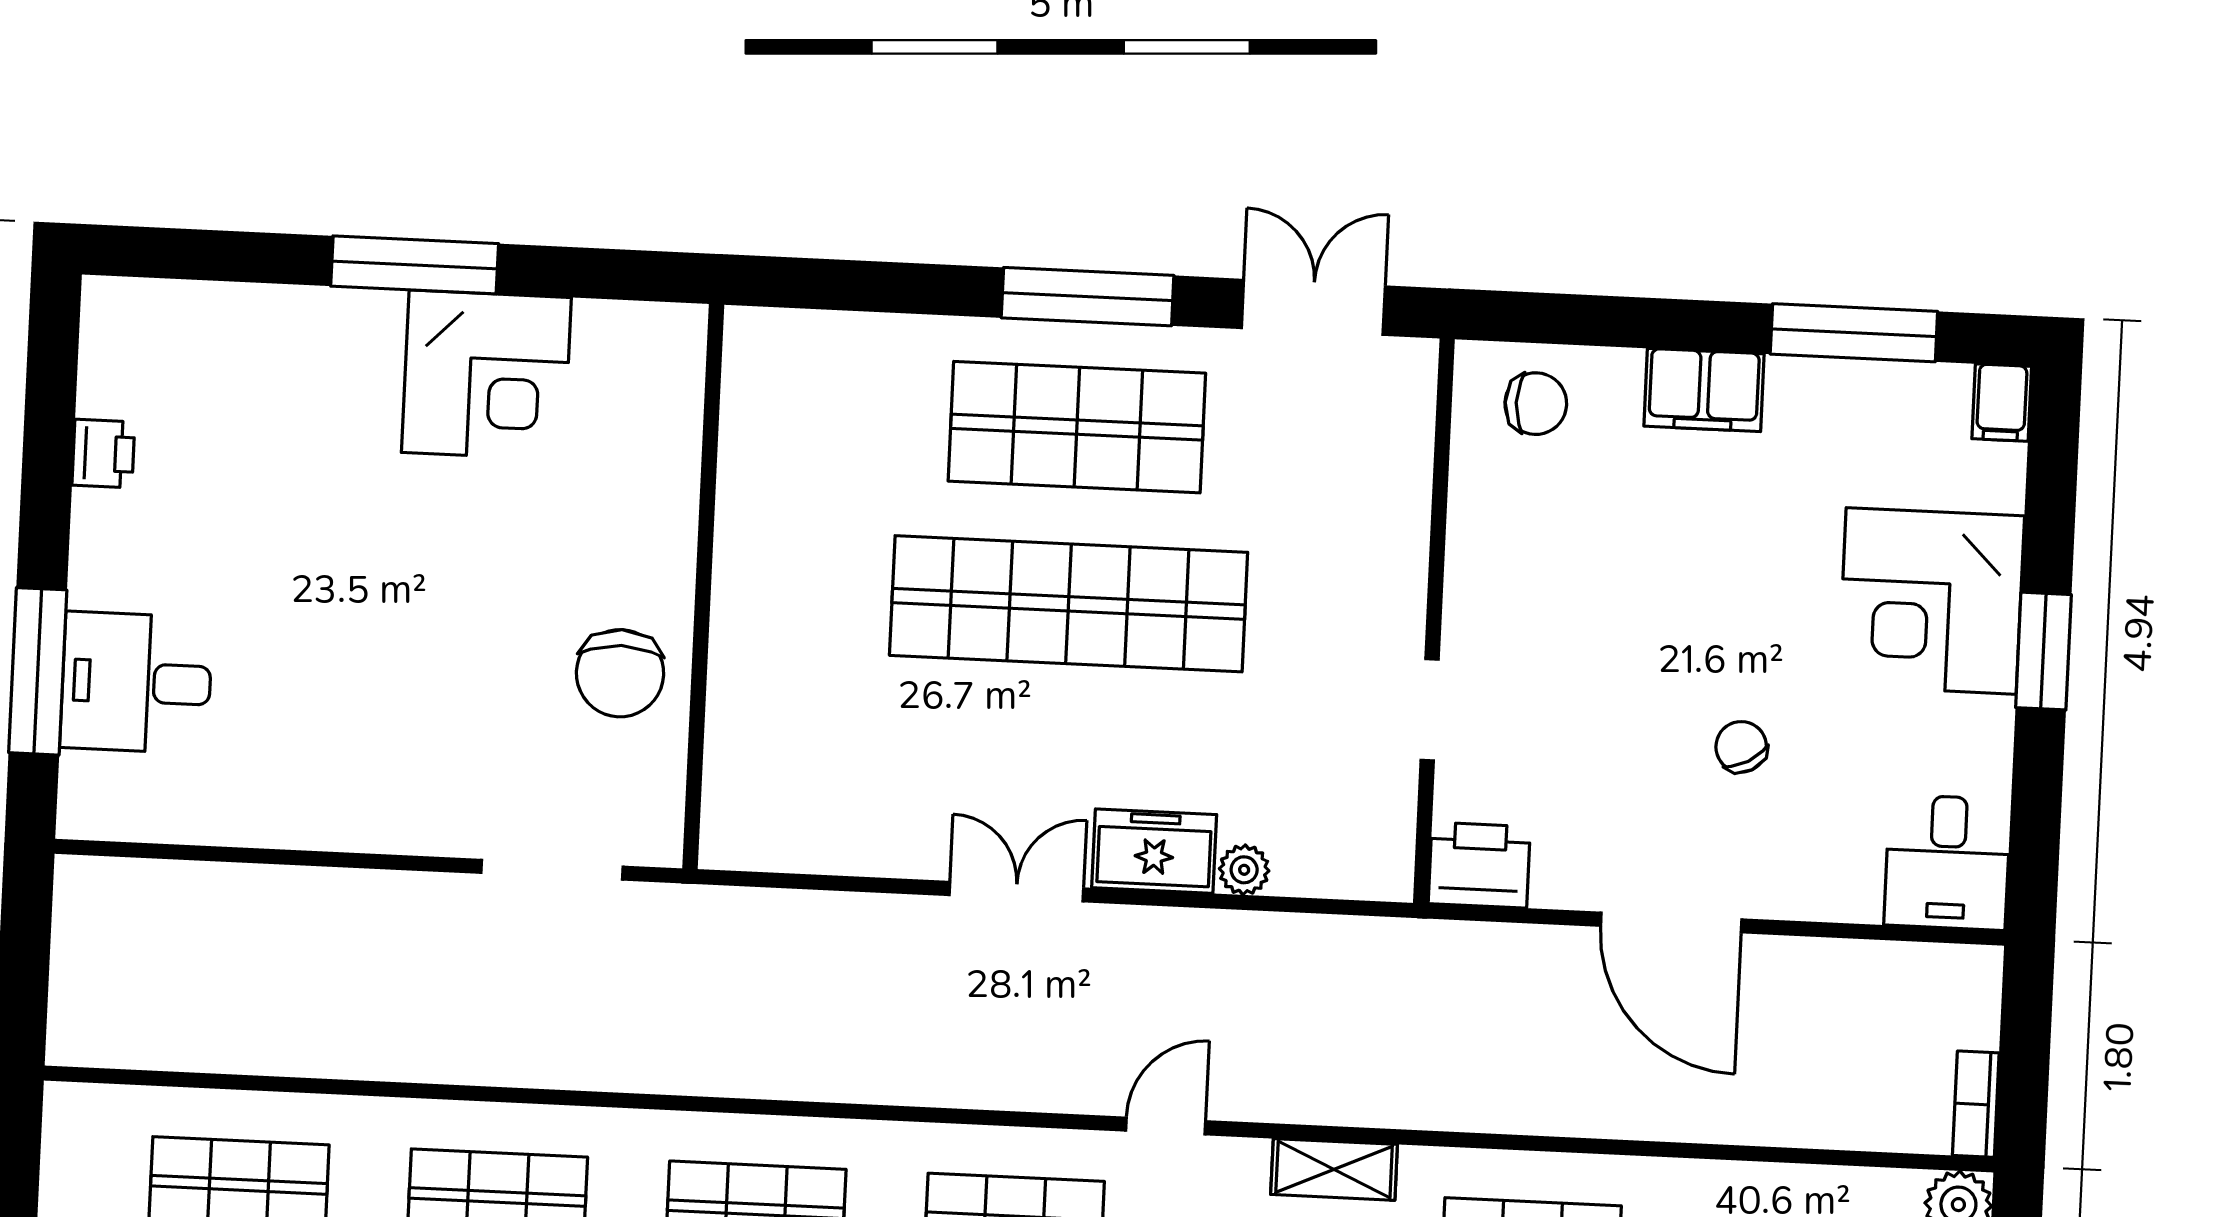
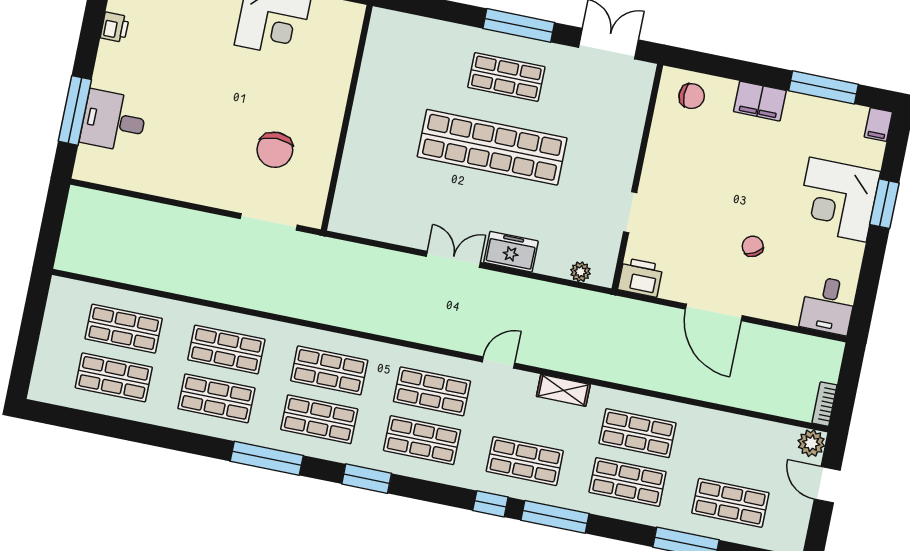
shop shelf: (1077, 427) -> (506, 77), width x0.70, depth x0.74
window: (2043, 651) -> (884, 204), moved
chair: (620, 673) -> (275, 150), moved
plant: (1244, 870) -> (580, 272), moved

